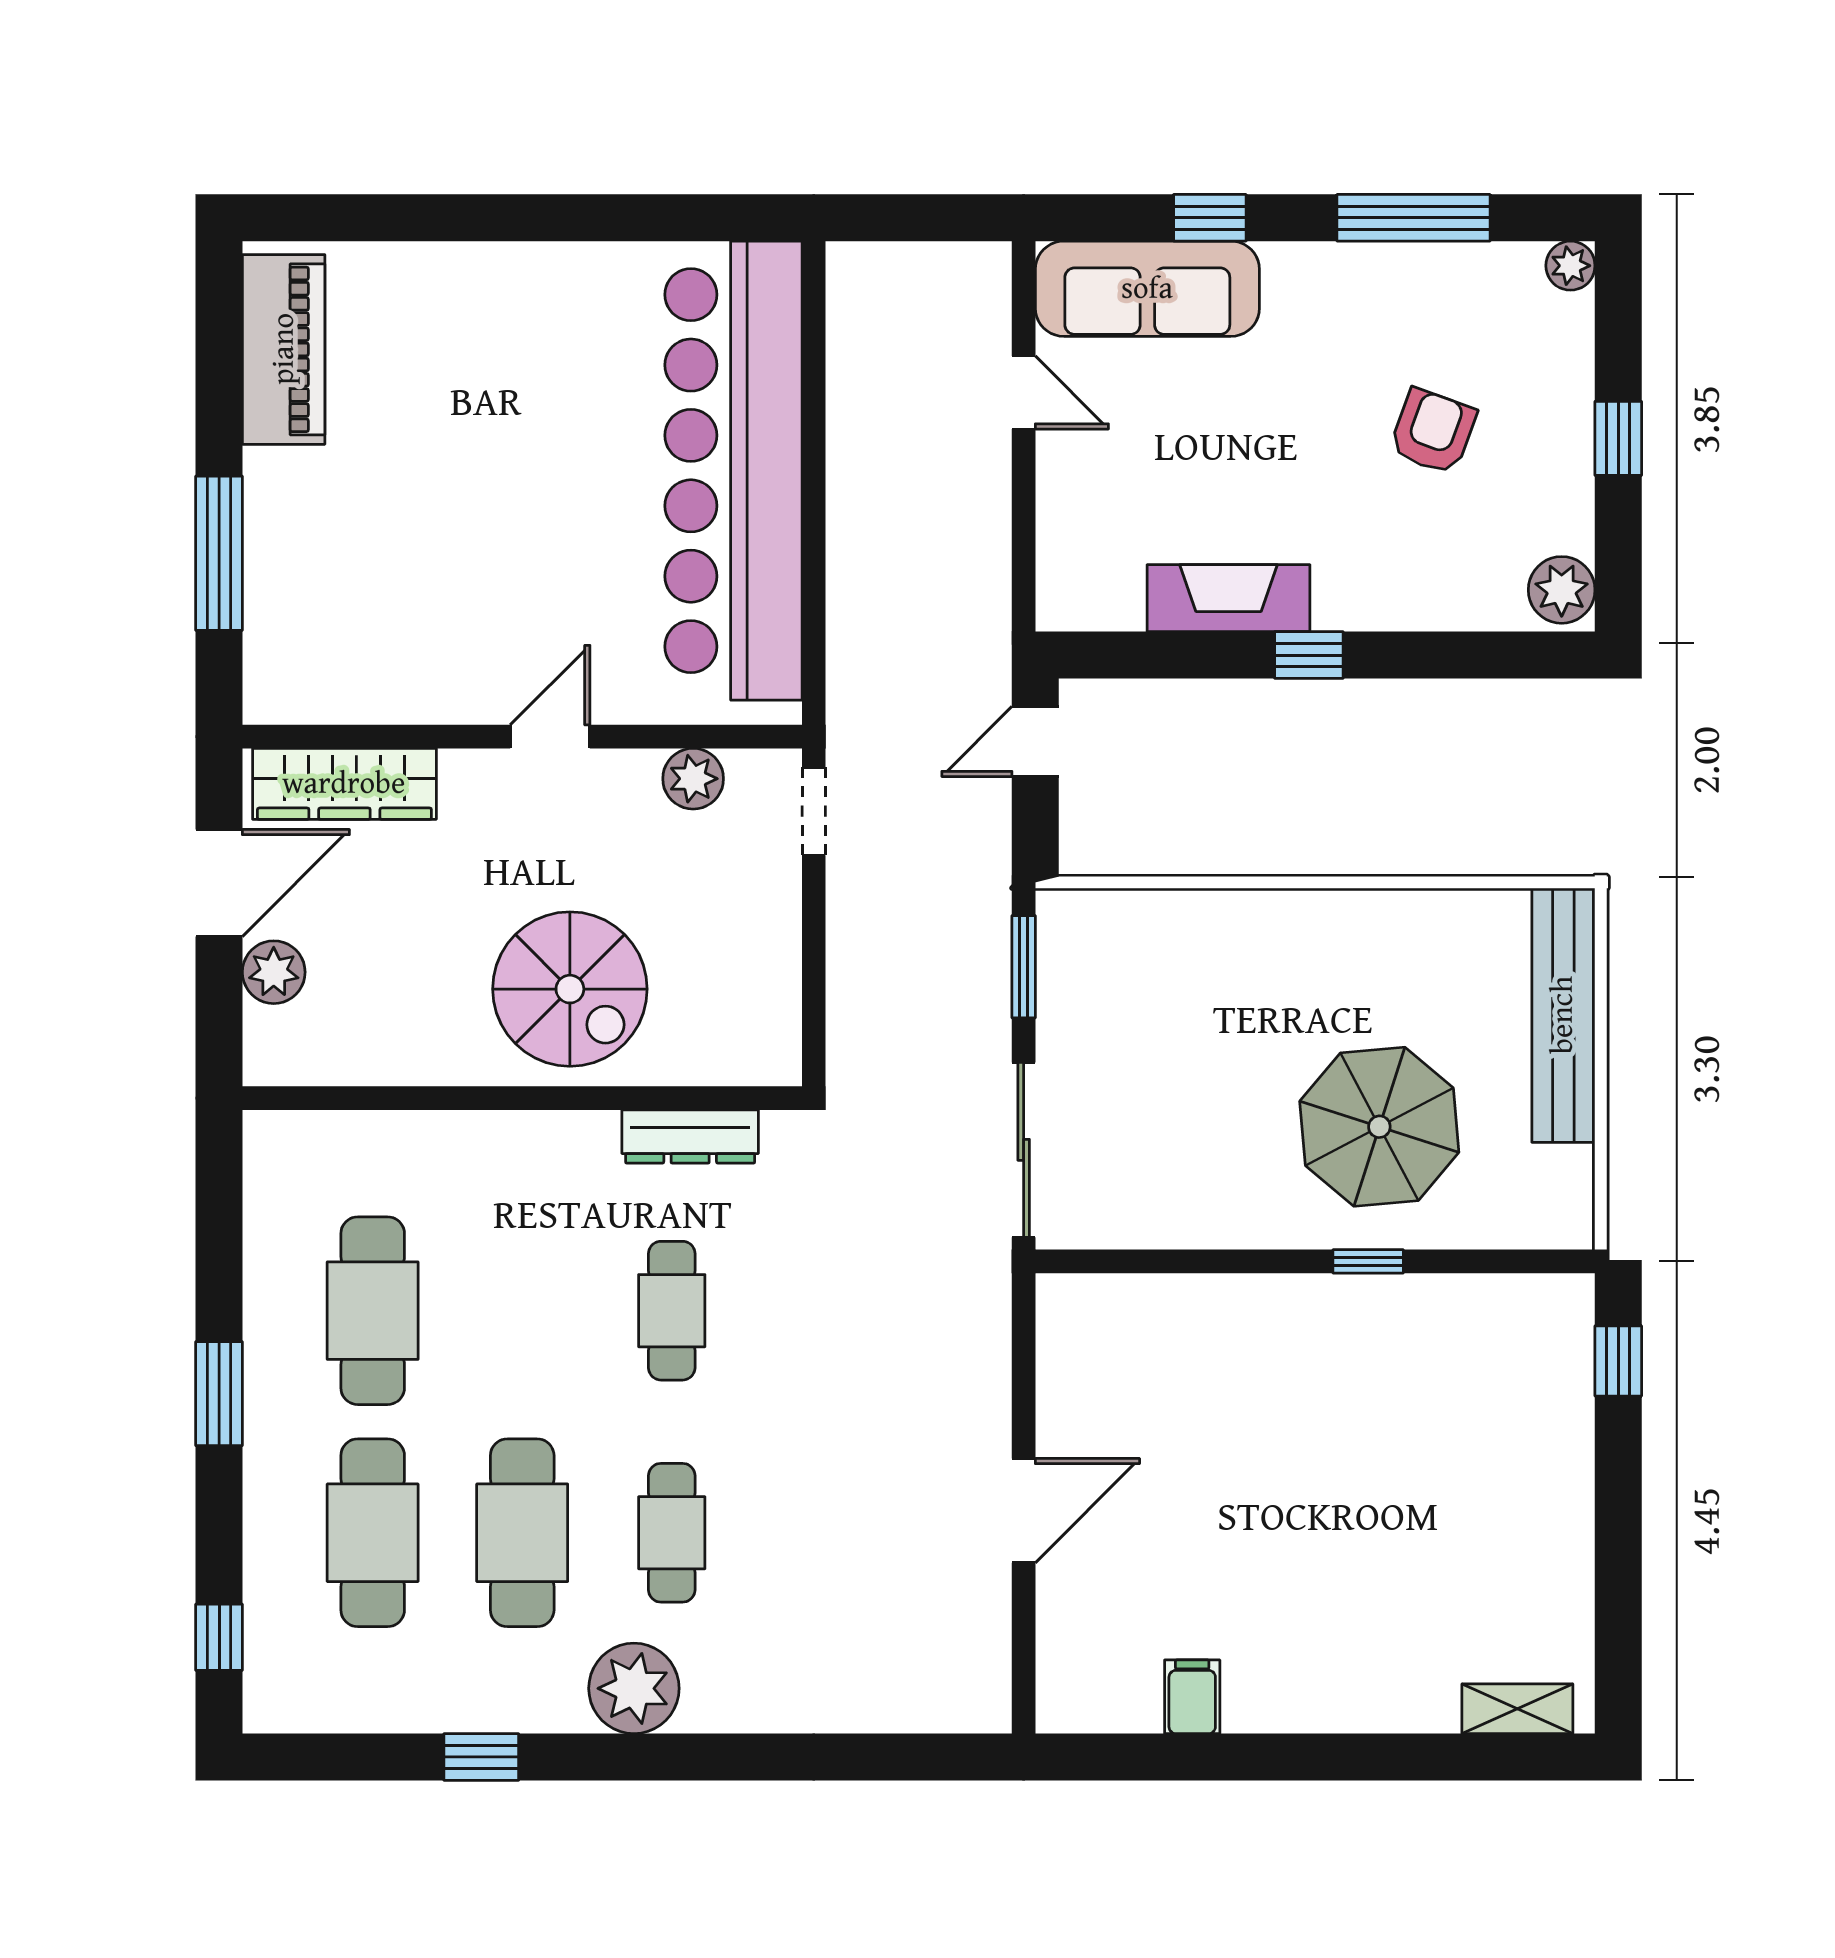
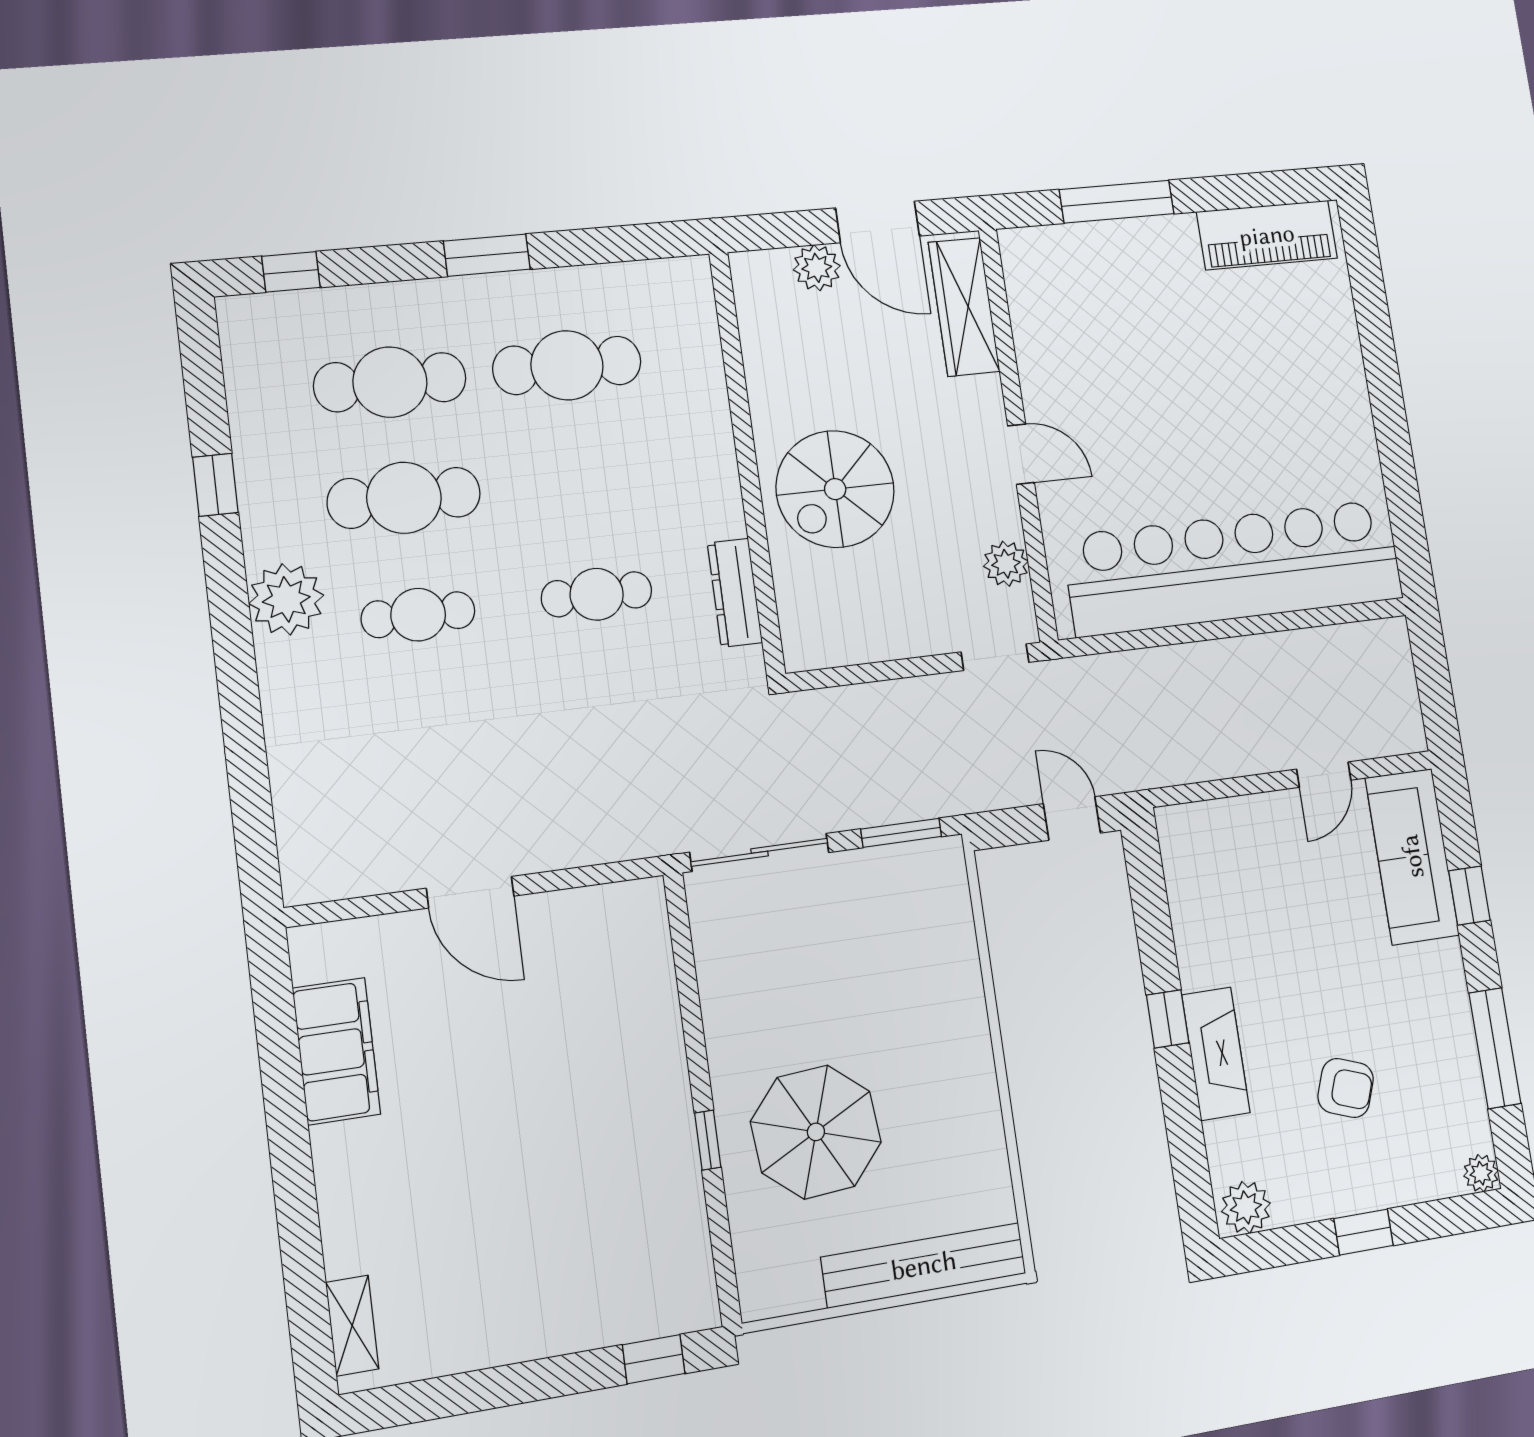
fireplace: (1229, 598) -> (1216, 1054), moved
filing cabinet: (1192, 1697) -> (336, 1051), width x3.00, depth x1.17

